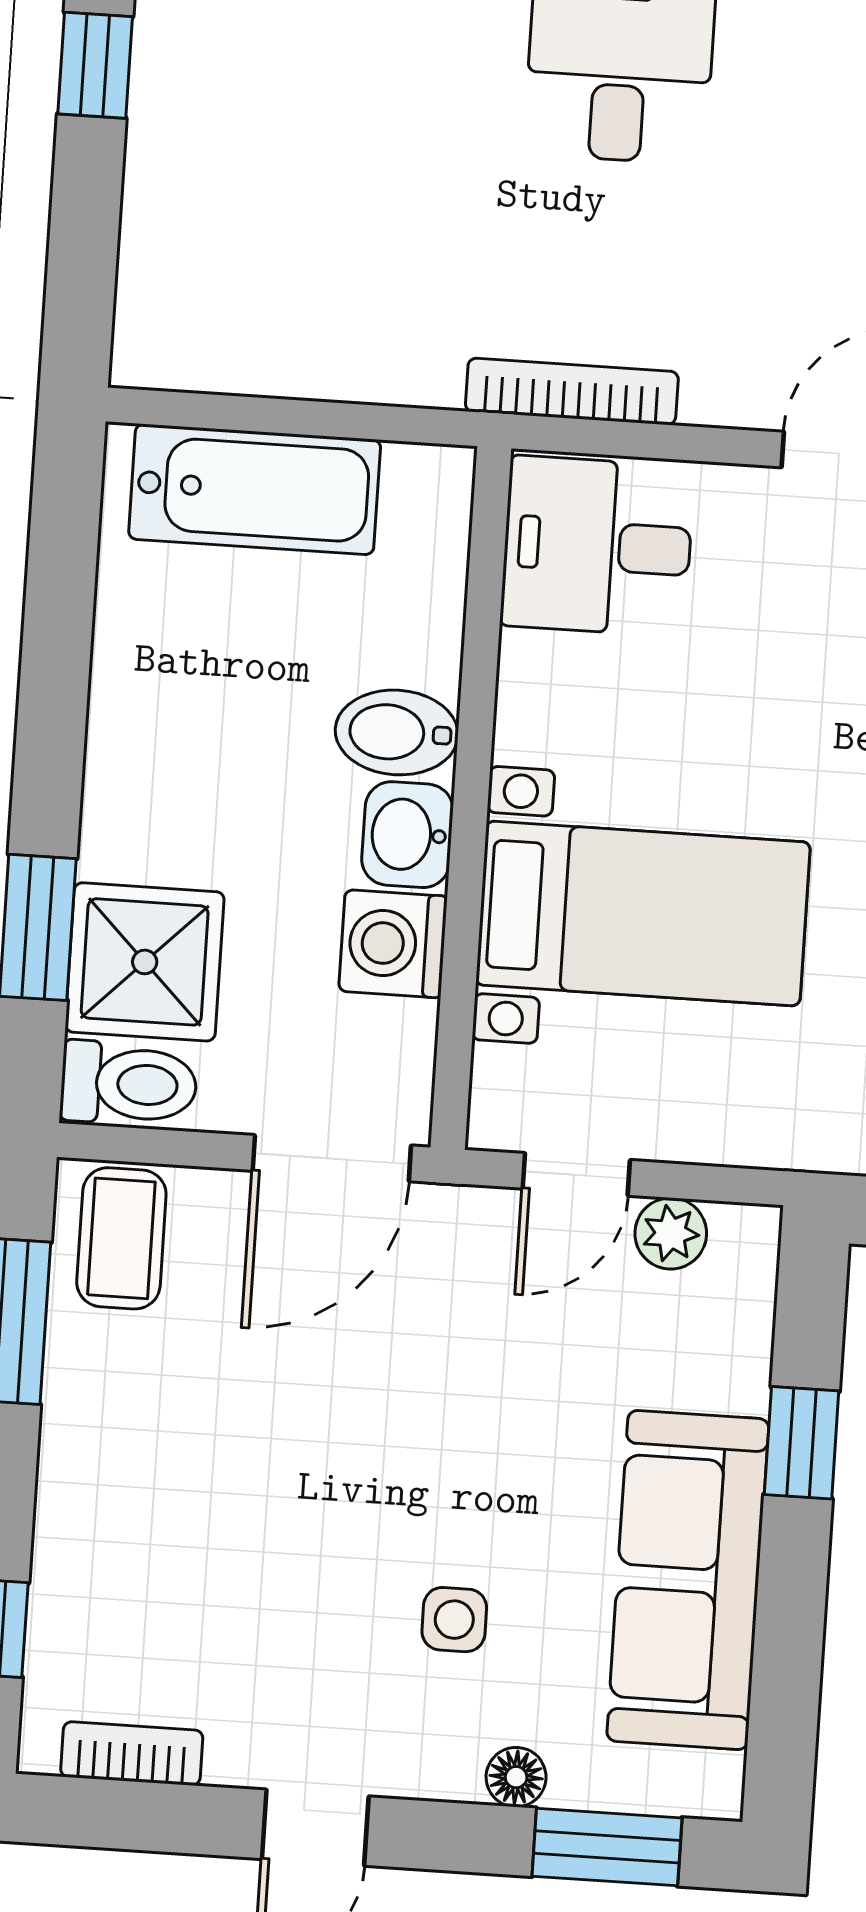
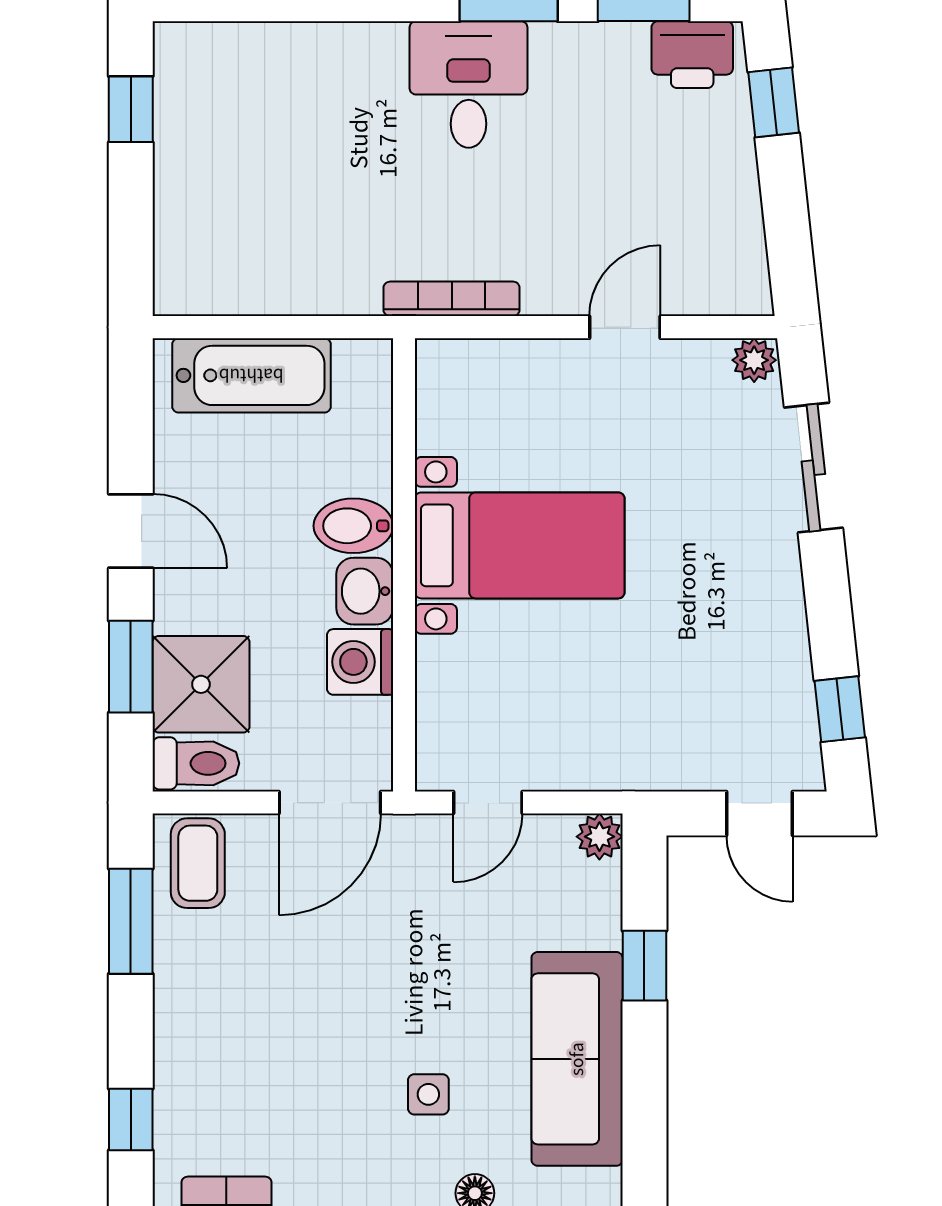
desk: (597, 546) -> (475, 397), removed
door: (52, 718) -> (131, 531), added
bed with nightstands: (643, 914) -> (520, 545), moved
plant: (671, 1233) -> (599, 837), moved

